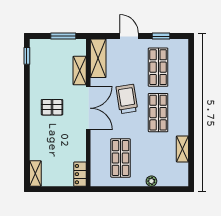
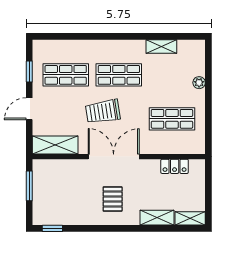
shelving: (80, 71) -> (157, 218), moved
locker: (80, 174) -> (175, 166), moved

